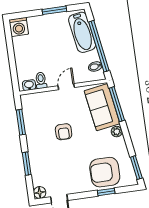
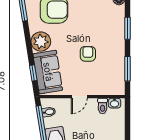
window: (117, 104) -> (33, 73), width x0.46
plant: (117, 132) -> (41, 42), width x1.88, depth x1.88

